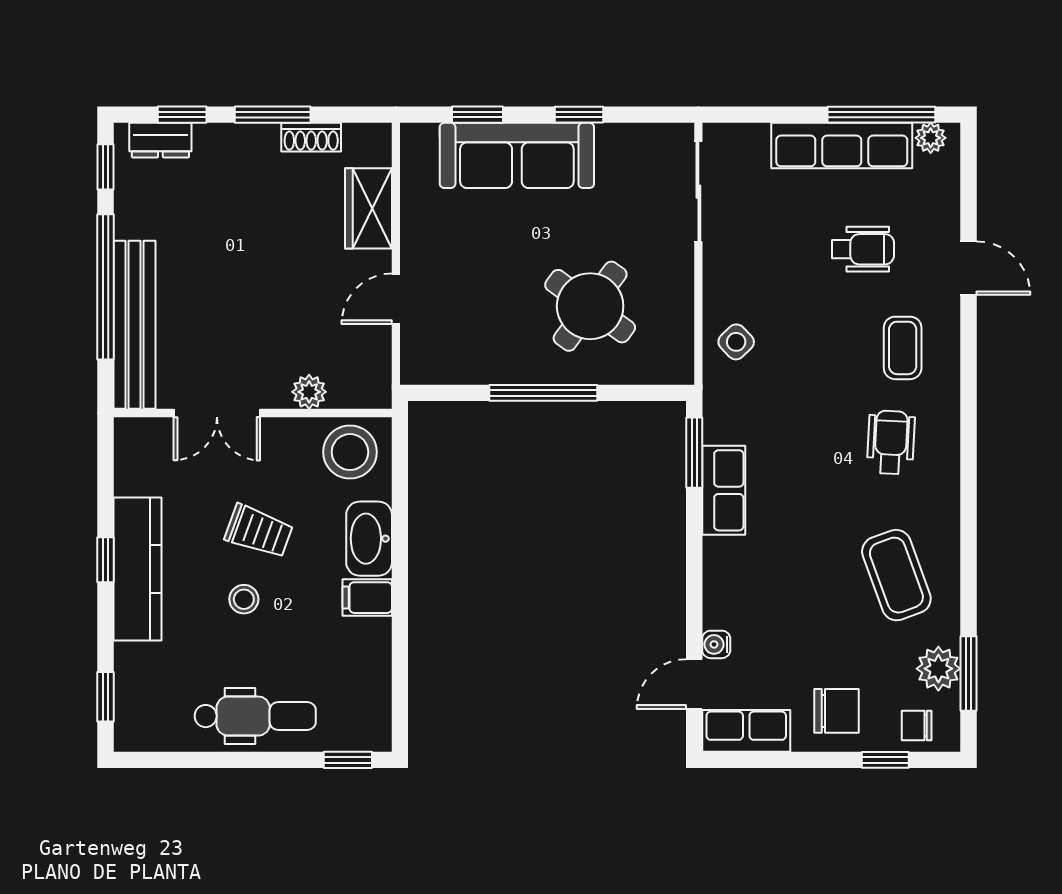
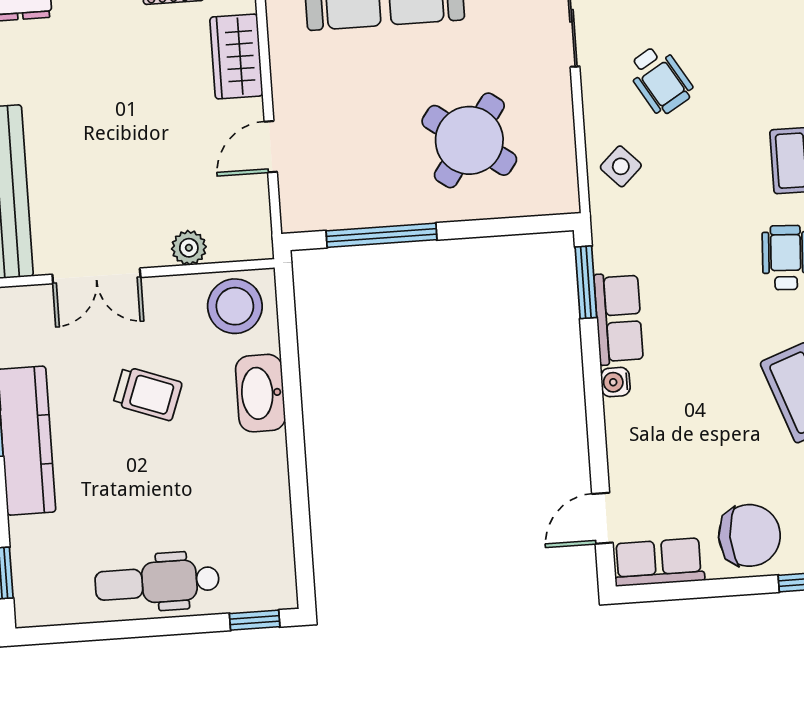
wheelchair: (863, 249) -> (660, 80), moved, turned 59
window: (543, 393) -> (381, 235), moved
filing cabinet: (367, 598) -> (263, 453), removed
stool: (244, 599) -> (137, 464), removed
water cooler: (716, 644) -> (615, 382), moved
chair: (837, 711) -> (749, 535), width x1.37, depth x1.37
dental chair: (255, 716) -> (157, 582), turned 180

